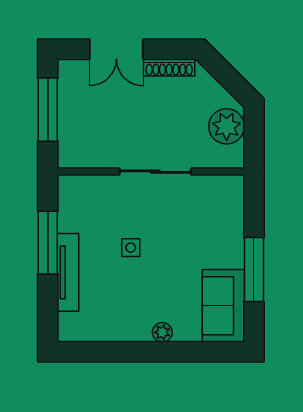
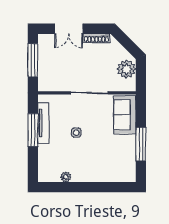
tv unit: (68, 272) -> (43, 123), moved
sofa: (223, 306) -> (125, 115), moved
plant: (162, 332) -> (66, 177), moved

